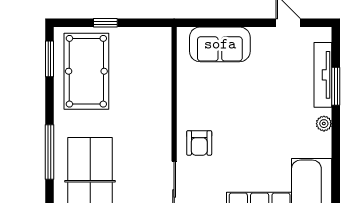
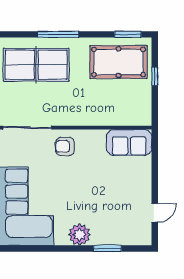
sofa: (220, 44) -> (129, 143), moved, turned -90
tv unit: (323, 75) -> (116, 239), removed
plant: (324, 124) -> (79, 235), width x1.87, depth x1.87

